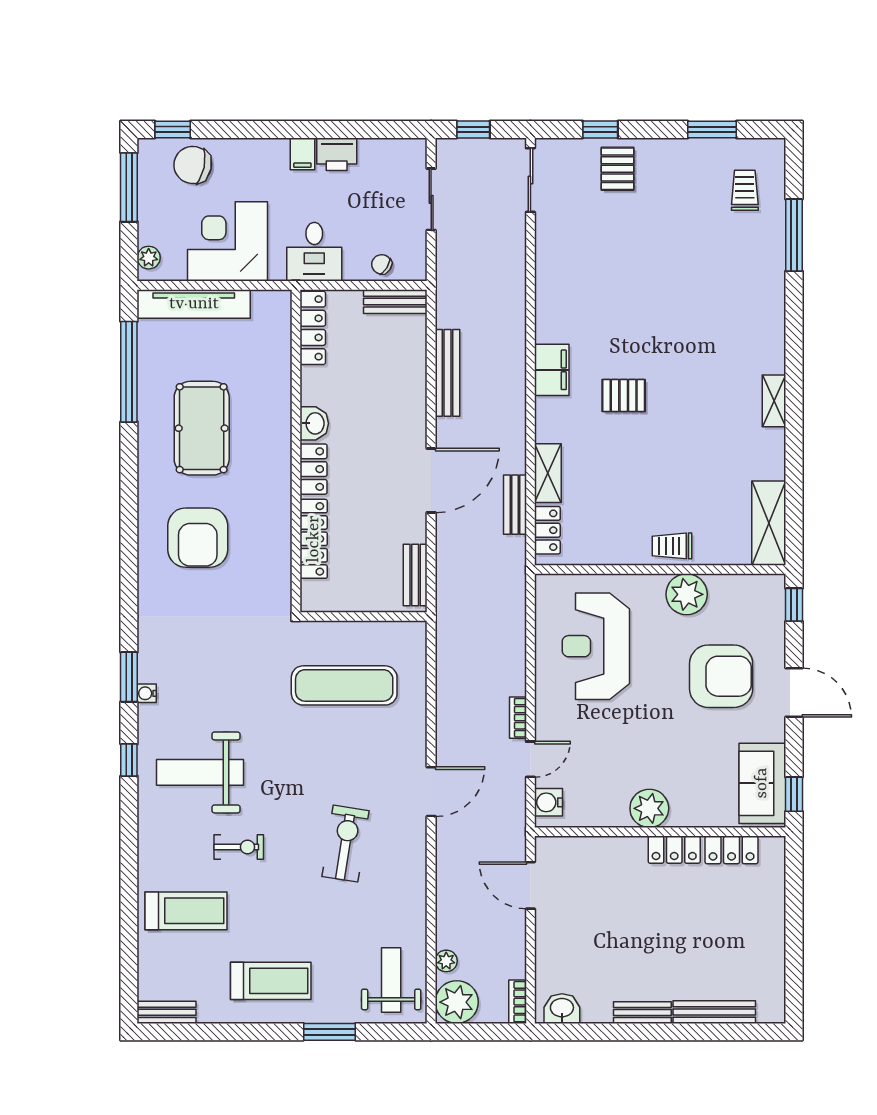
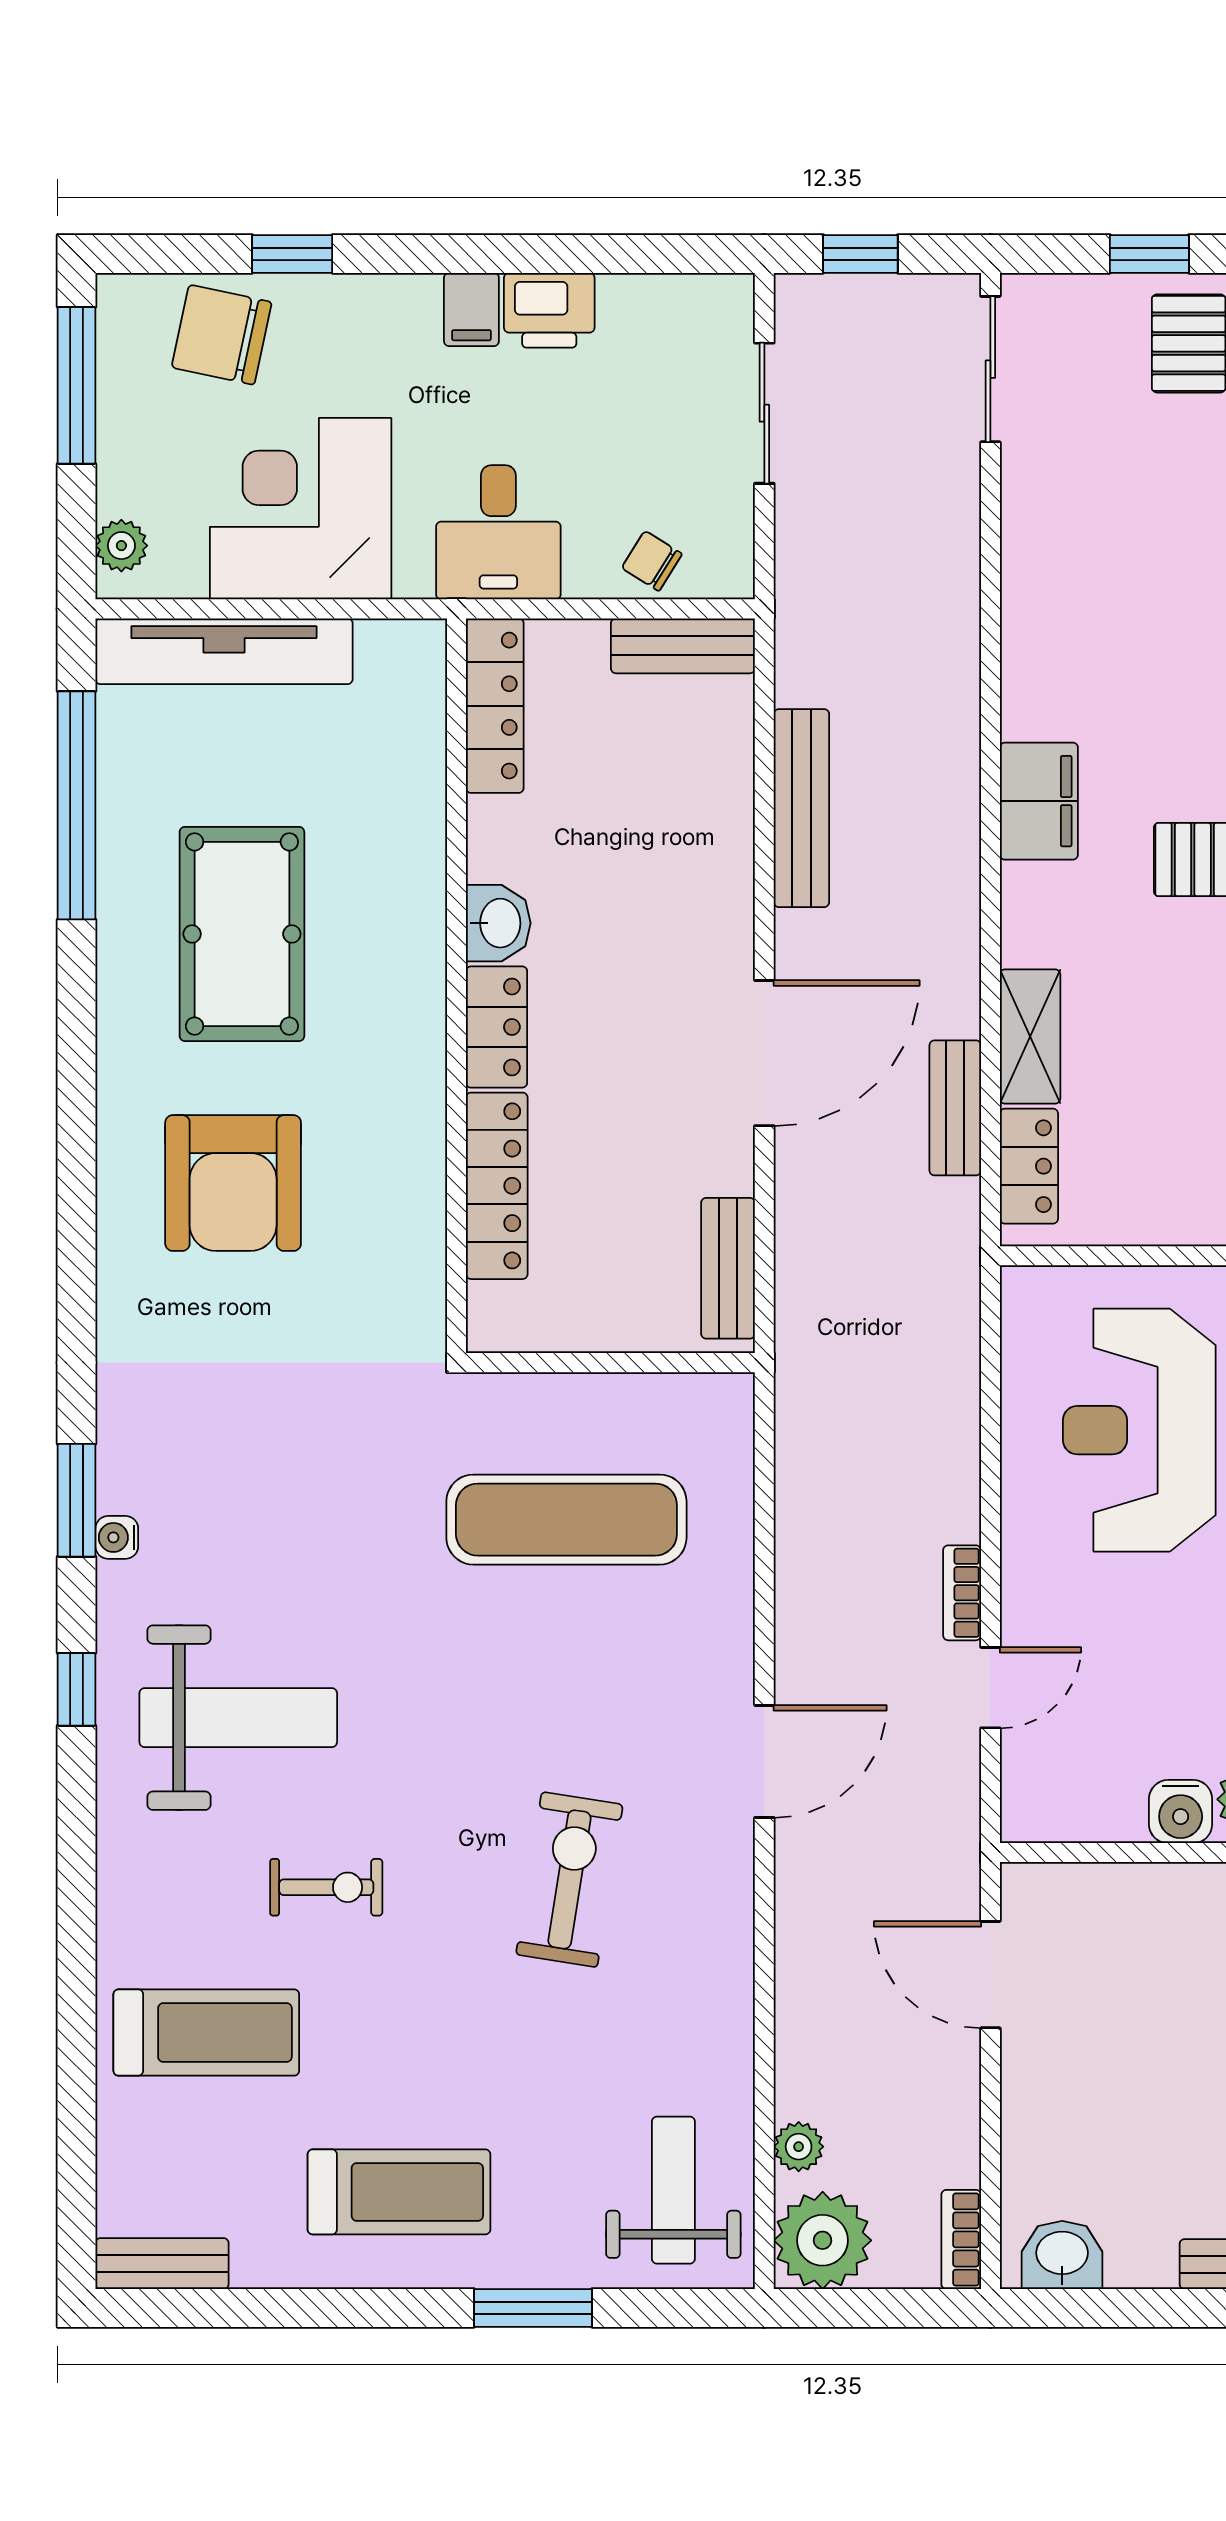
window: (173, 129) -> (292, 254), moved
weight bench: (200, 772) -> (238, 1718), turned 180
water cooler: (548, 802) -> (1181, 1812), moved, turned -90

